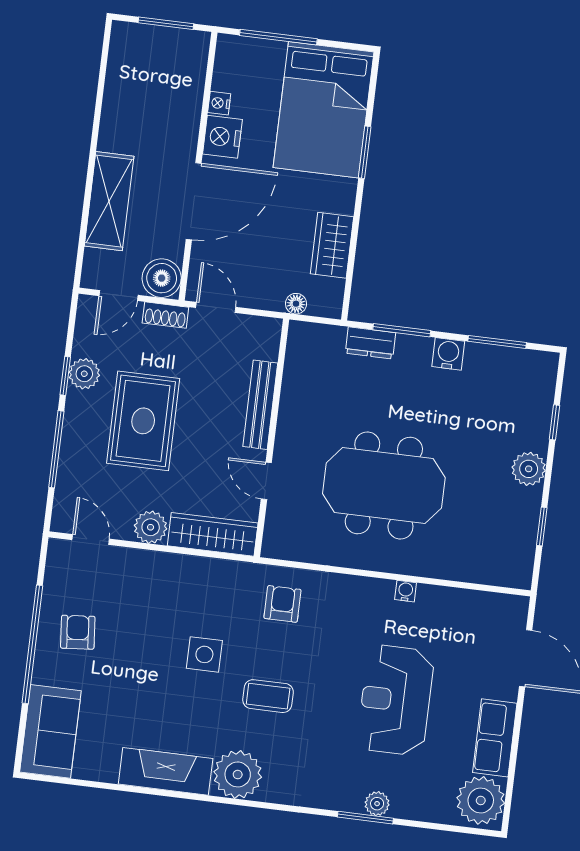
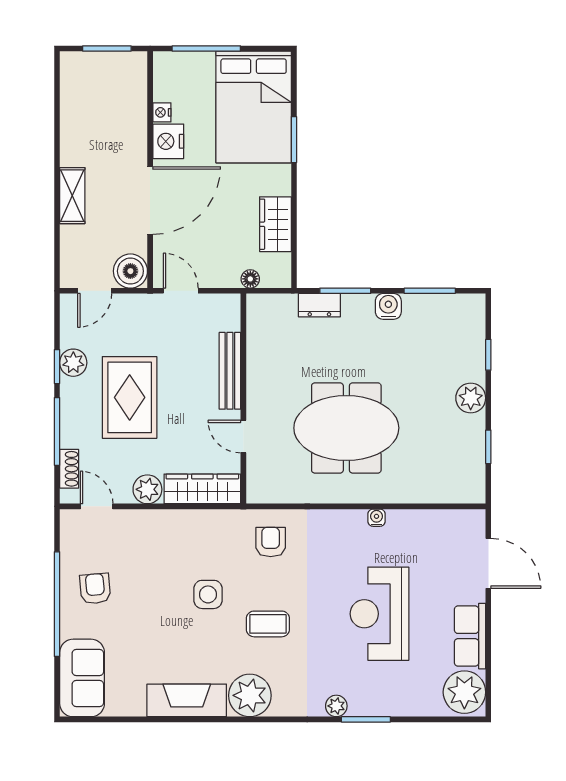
shelving: (109, 201) -> (72, 196), width x0.67, depth x0.75
shoe rack: (165, 315) -> (69, 469), moved, turned -90
plant: (377, 804) -> (336, 706), moved

